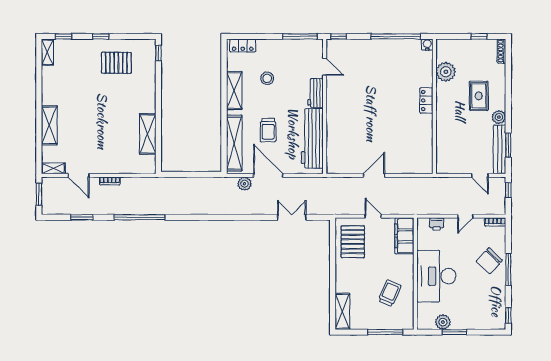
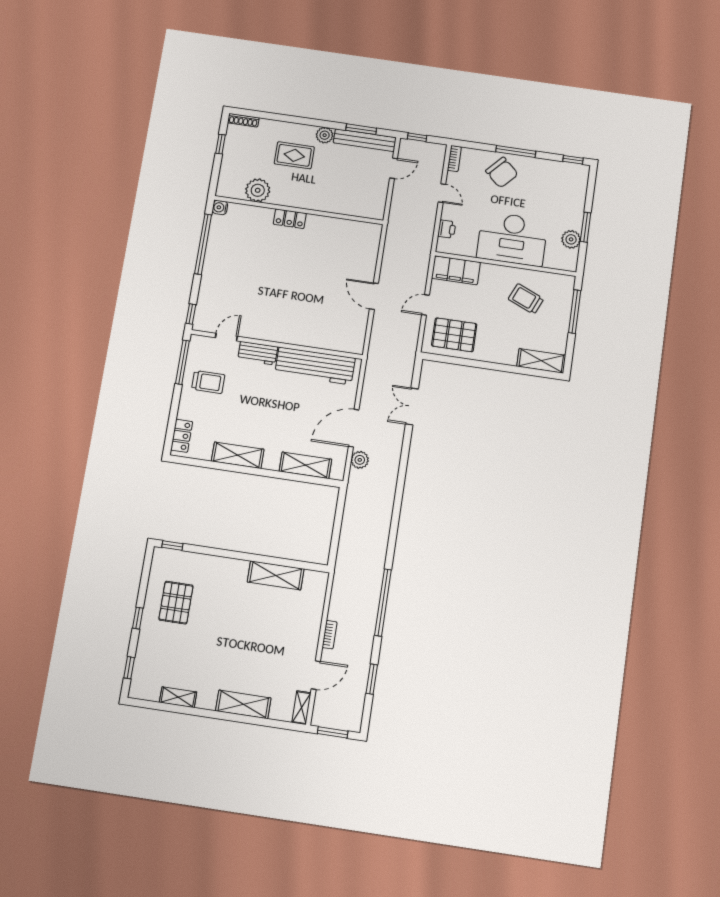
shelving: (47, 52) -> (178, 697), moved
stool: (267, 78) -> (229, 411), removed
trolley: (268, 130) -> (208, 382), moved
shelving: (234, 143) -> (305, 465), width x0.68

